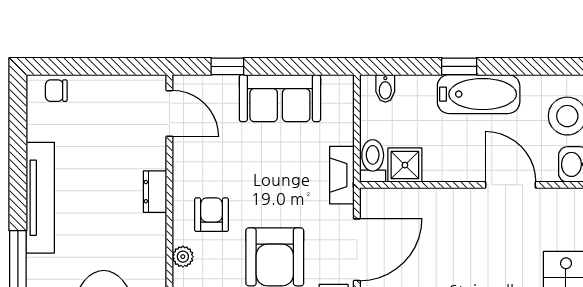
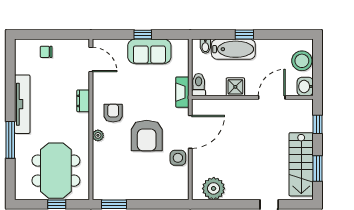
window: (227, 66) -> (143, 34), moved
chair: (56, 91) -> (46, 52), moved
bathtub: (479, 94) -> (233, 49), moved
shower: (405, 165) -> (235, 87), moved
door: (511, 185) -> (272, 97), hinge flipped

